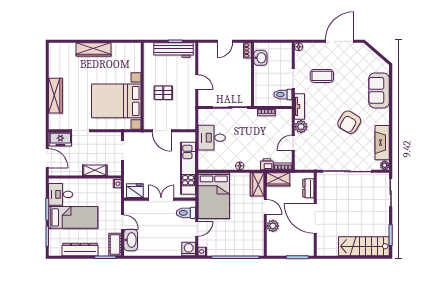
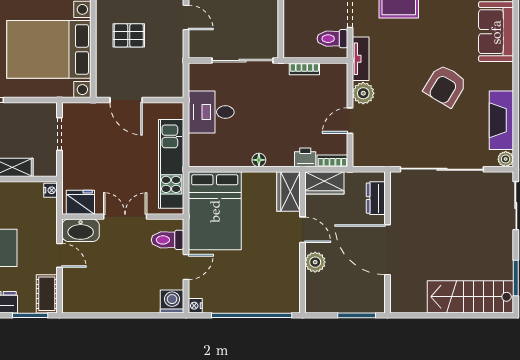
washbasin: (131, 240) -> (81, 230), moved, turned 90

